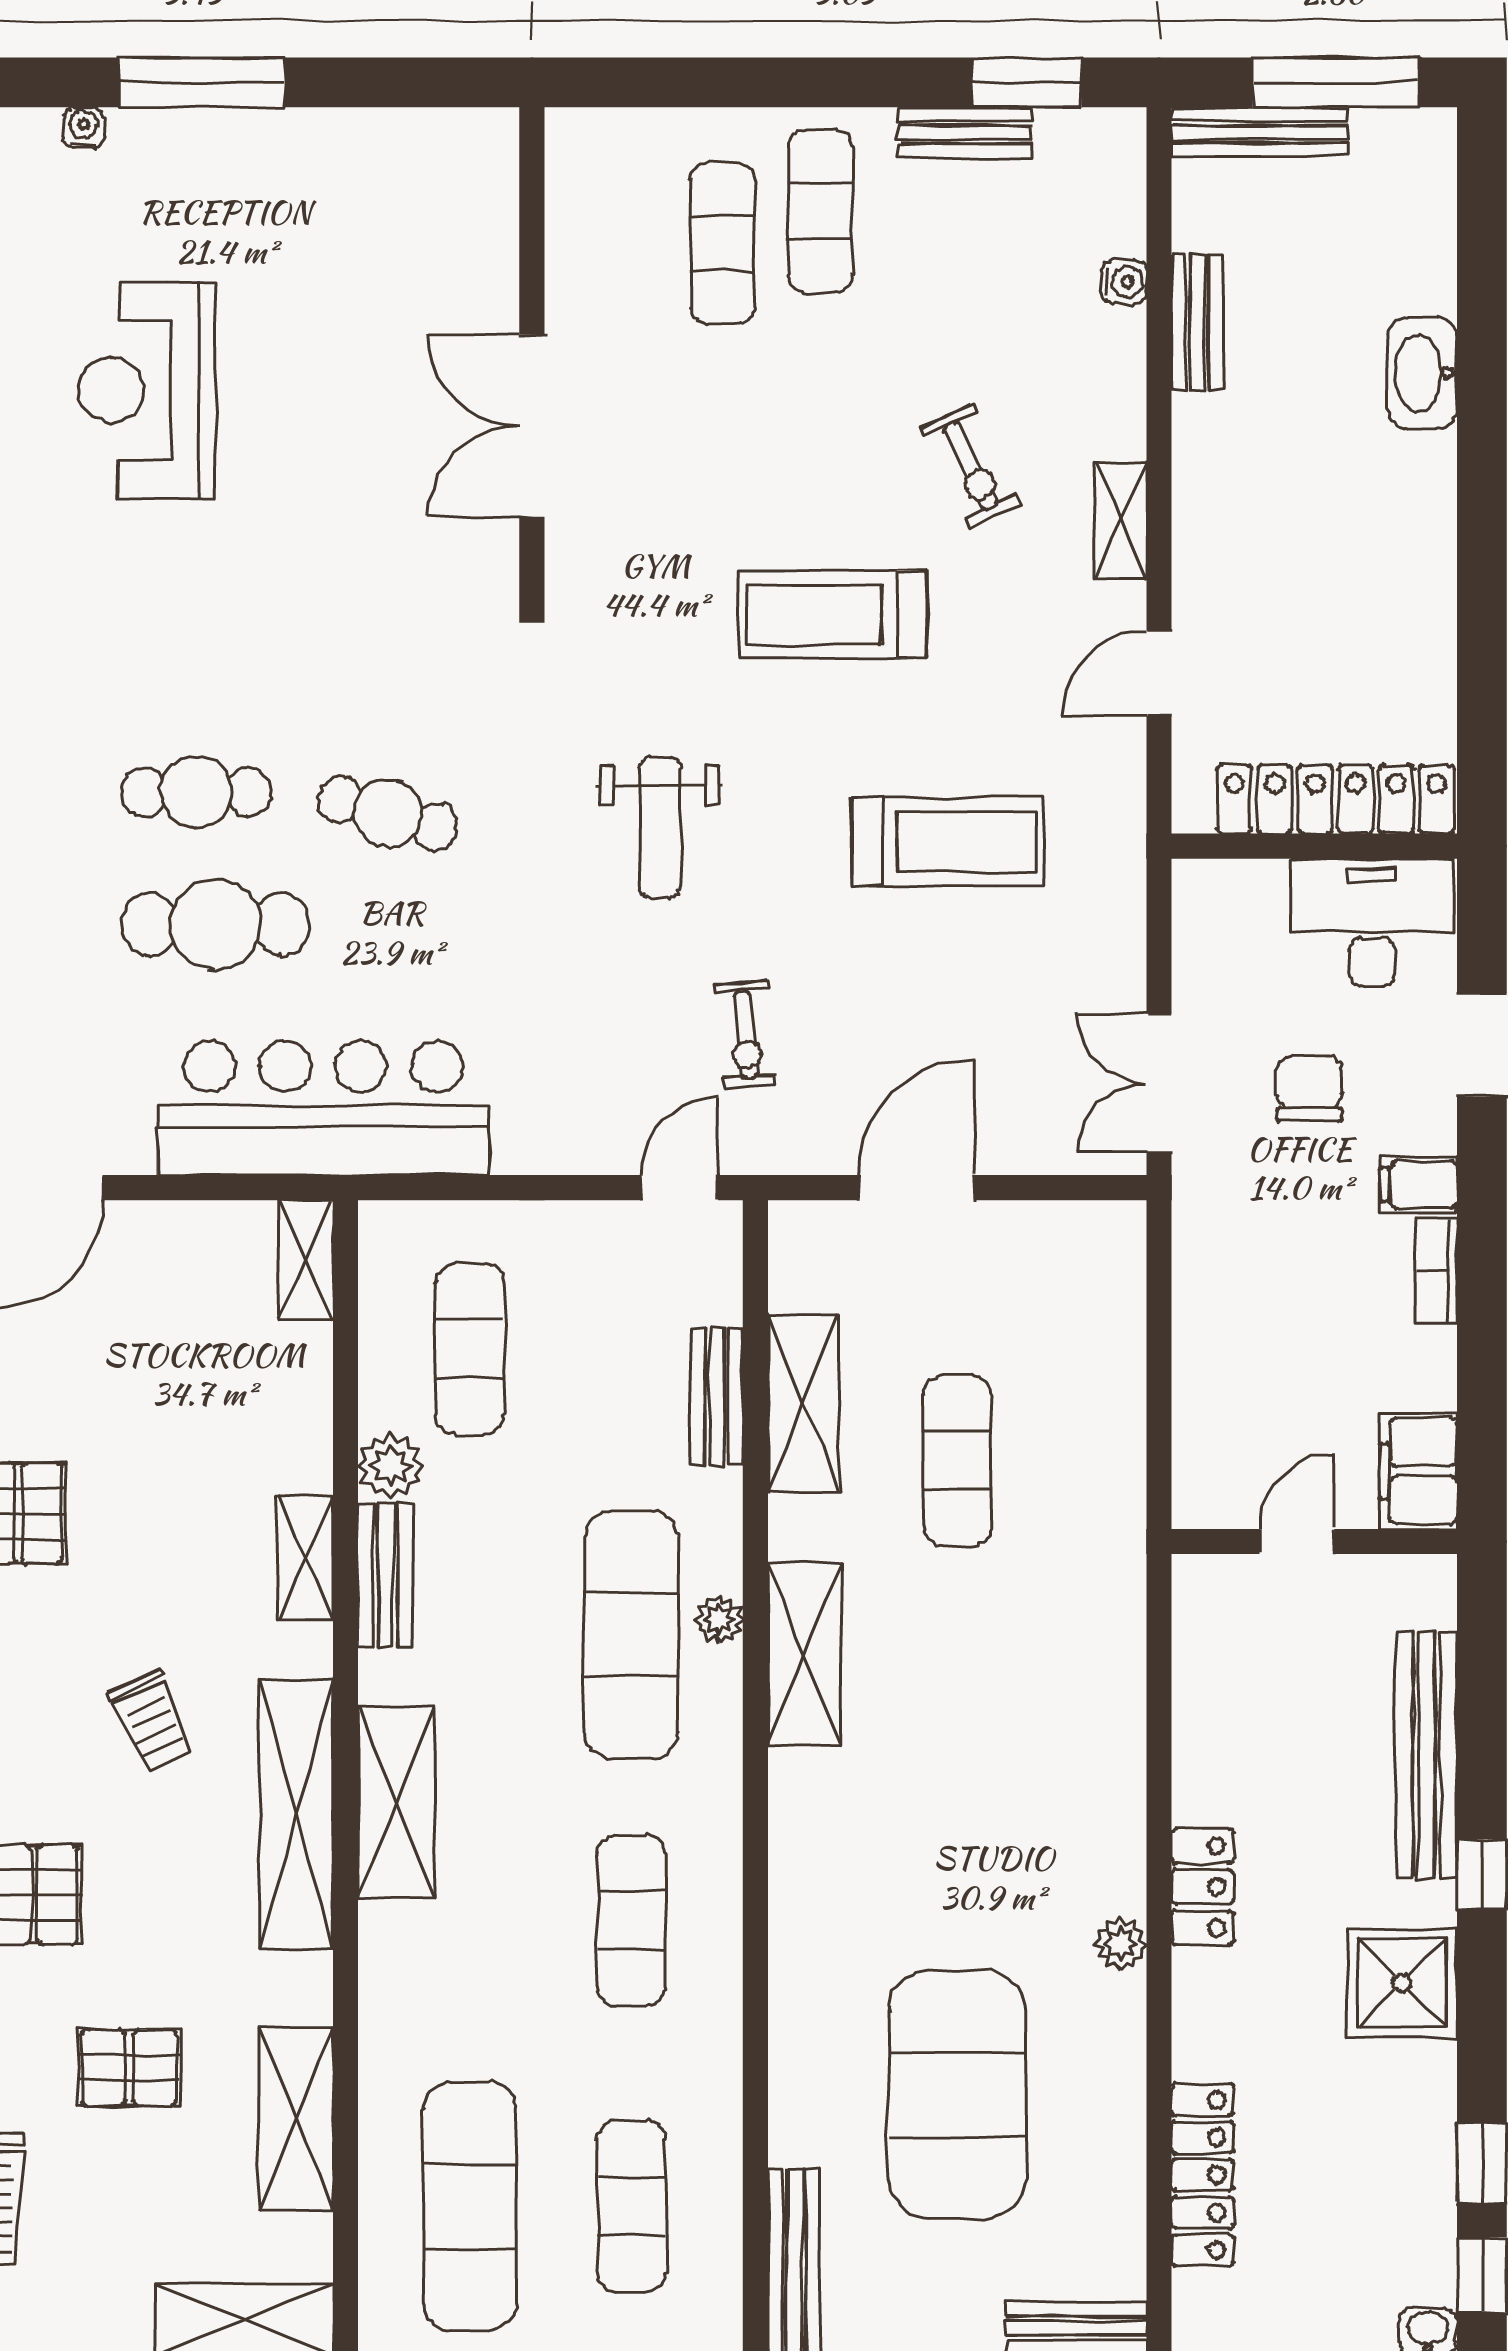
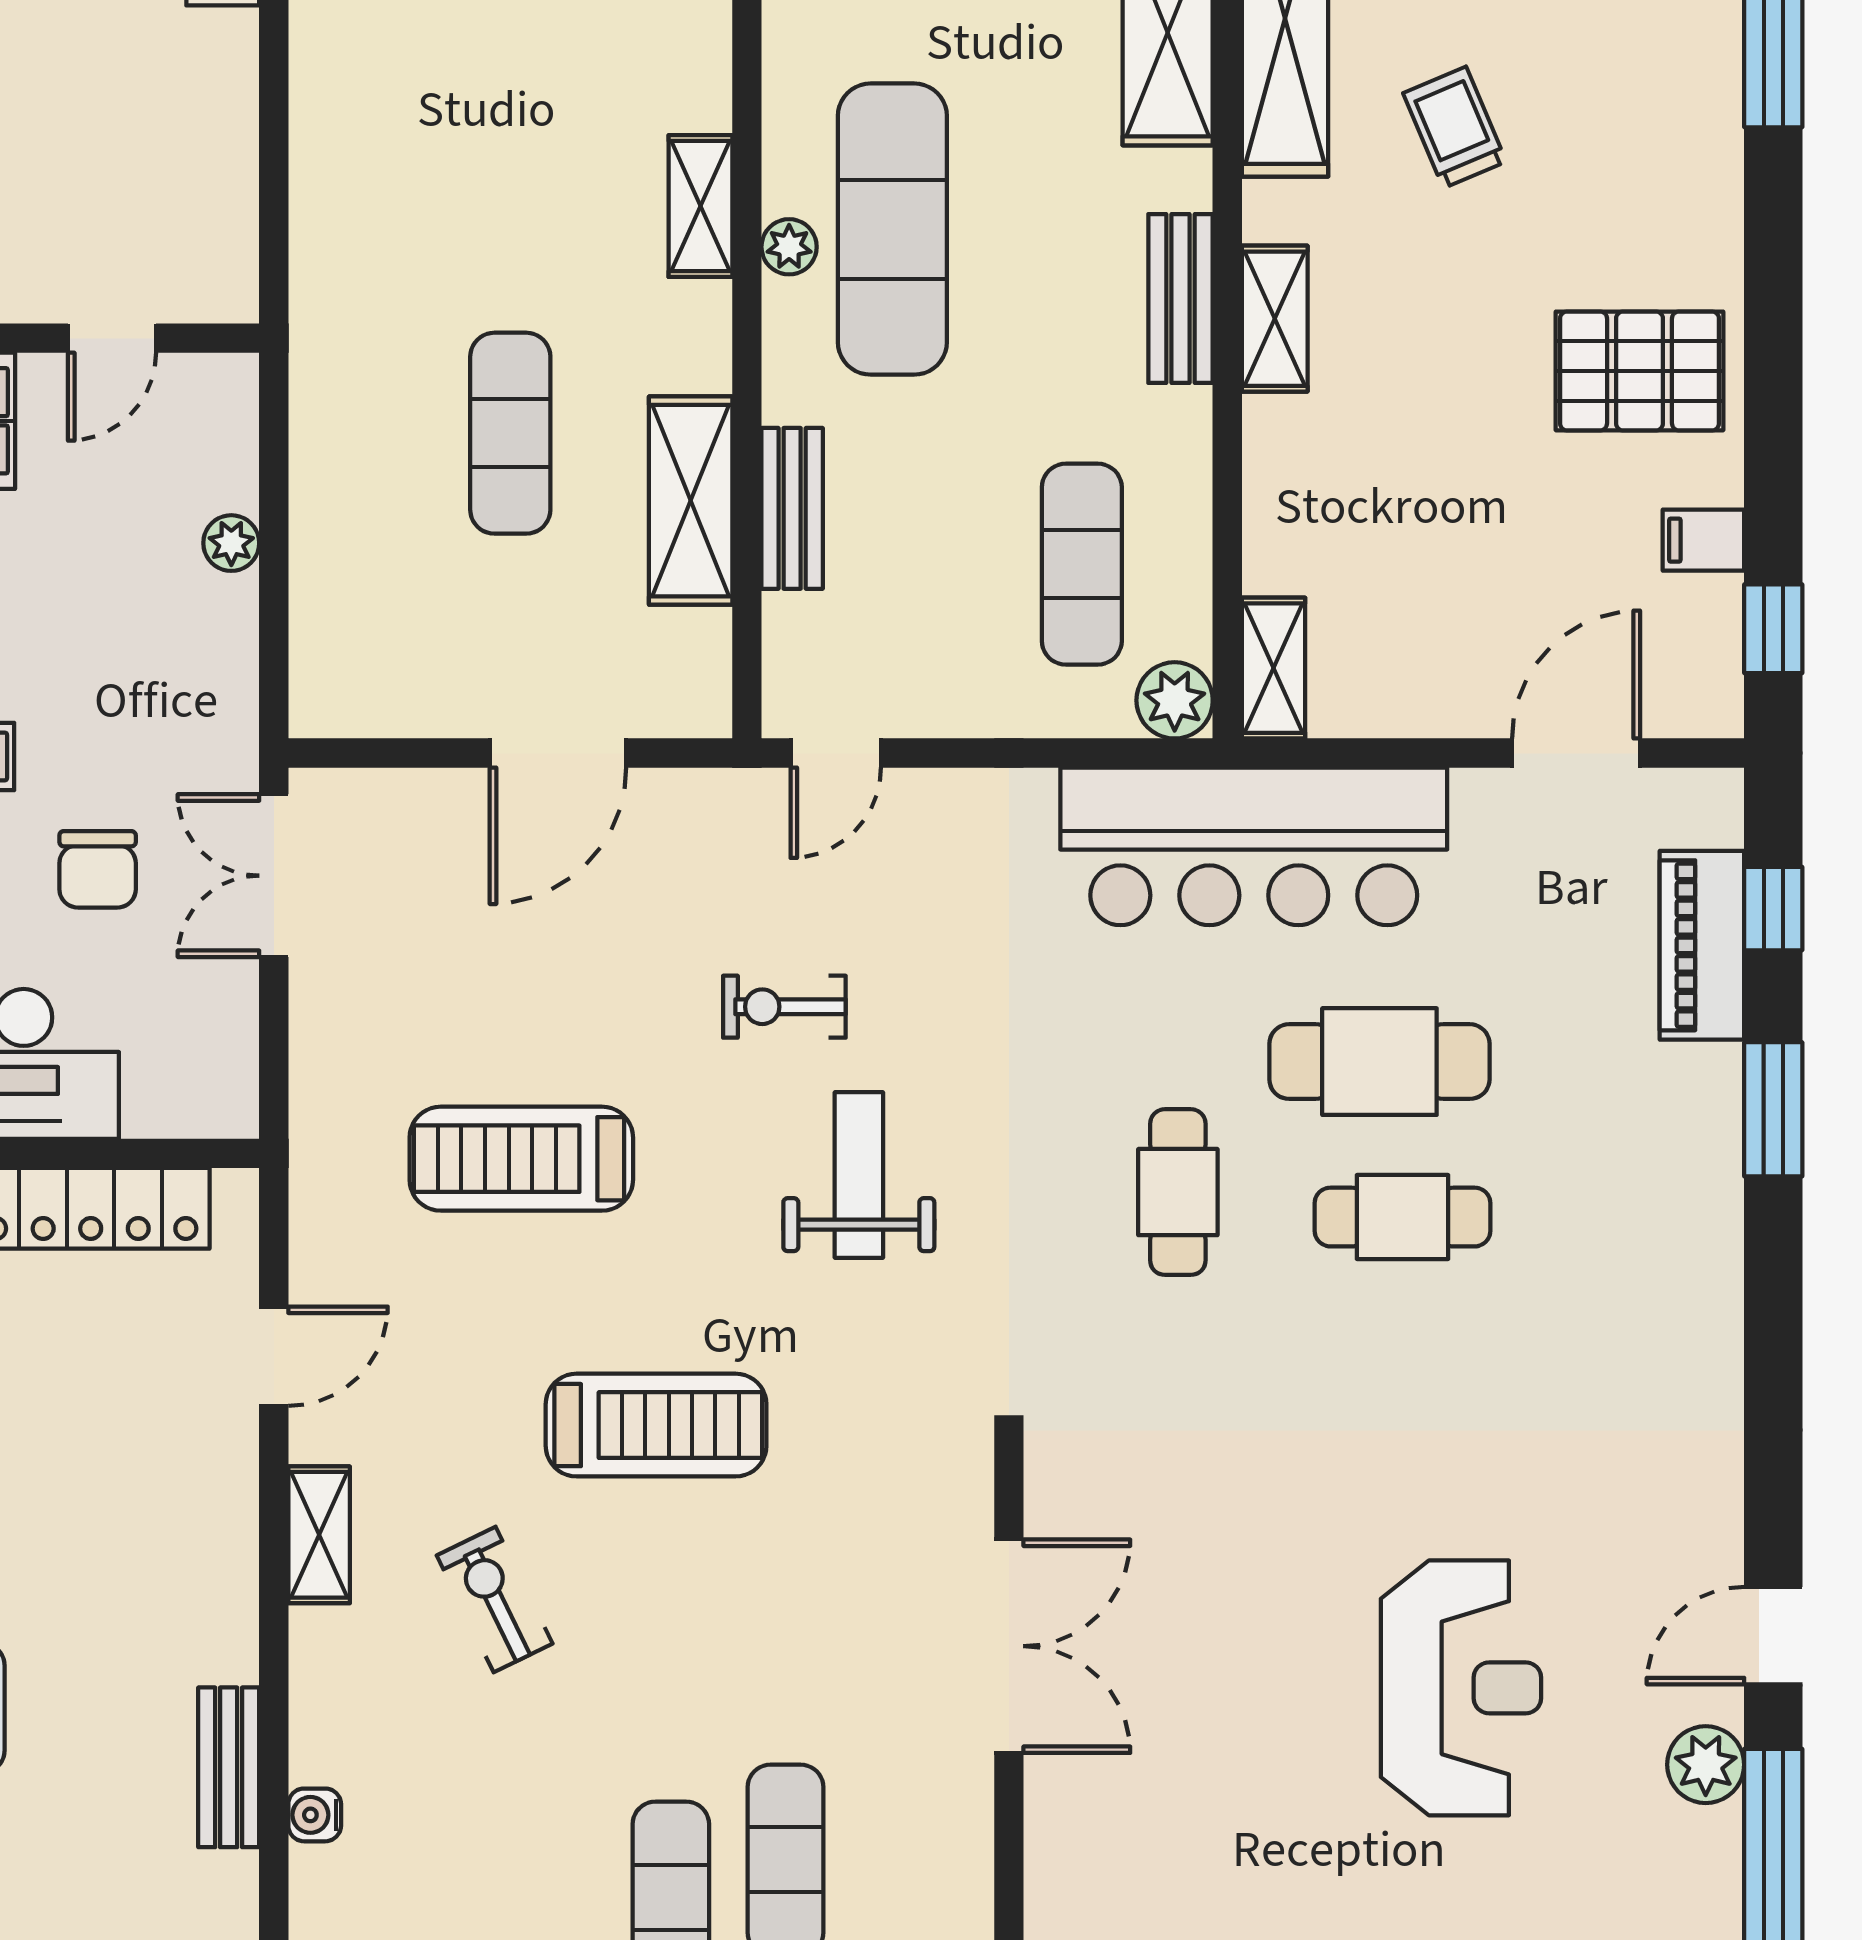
cafe table: (388, 813) -> (1178, 1192), turned 74
exercise bike: (746, 1035) -> (784, 1007), moved, turned -85
double door: (1159, 1083) -> (274, 876), swing flipped
plant: (1195, 1367) -> (231, 543), added
plant: (391, 1466) -> (1175, 700), moved
shelving: (804, 1654) -> (700, 206), width x0.67, depth x0.75

